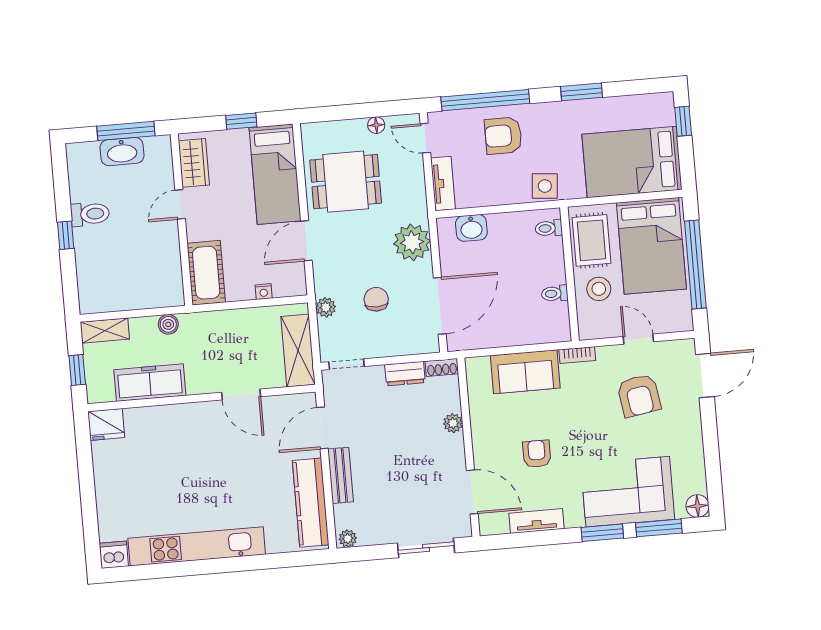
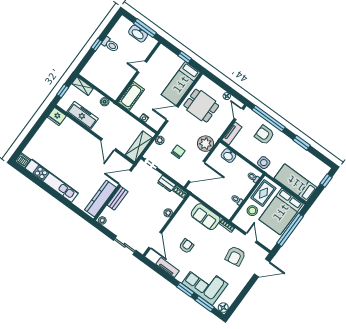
bed: (632, 162) -> (296, 183), width x0.67
wardrobe: (194, 163) -> (158, 57), removed

